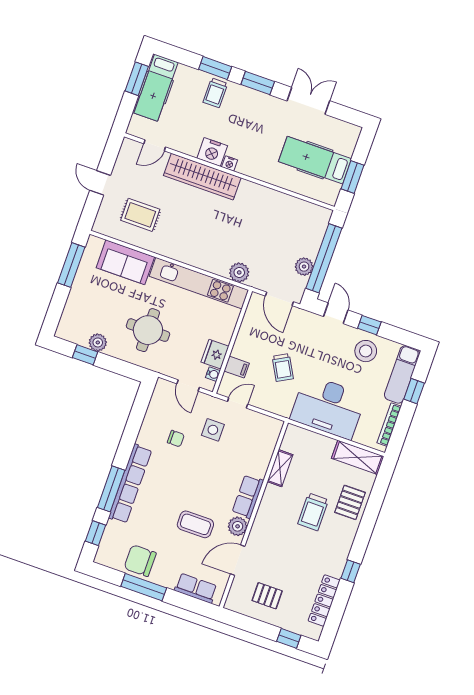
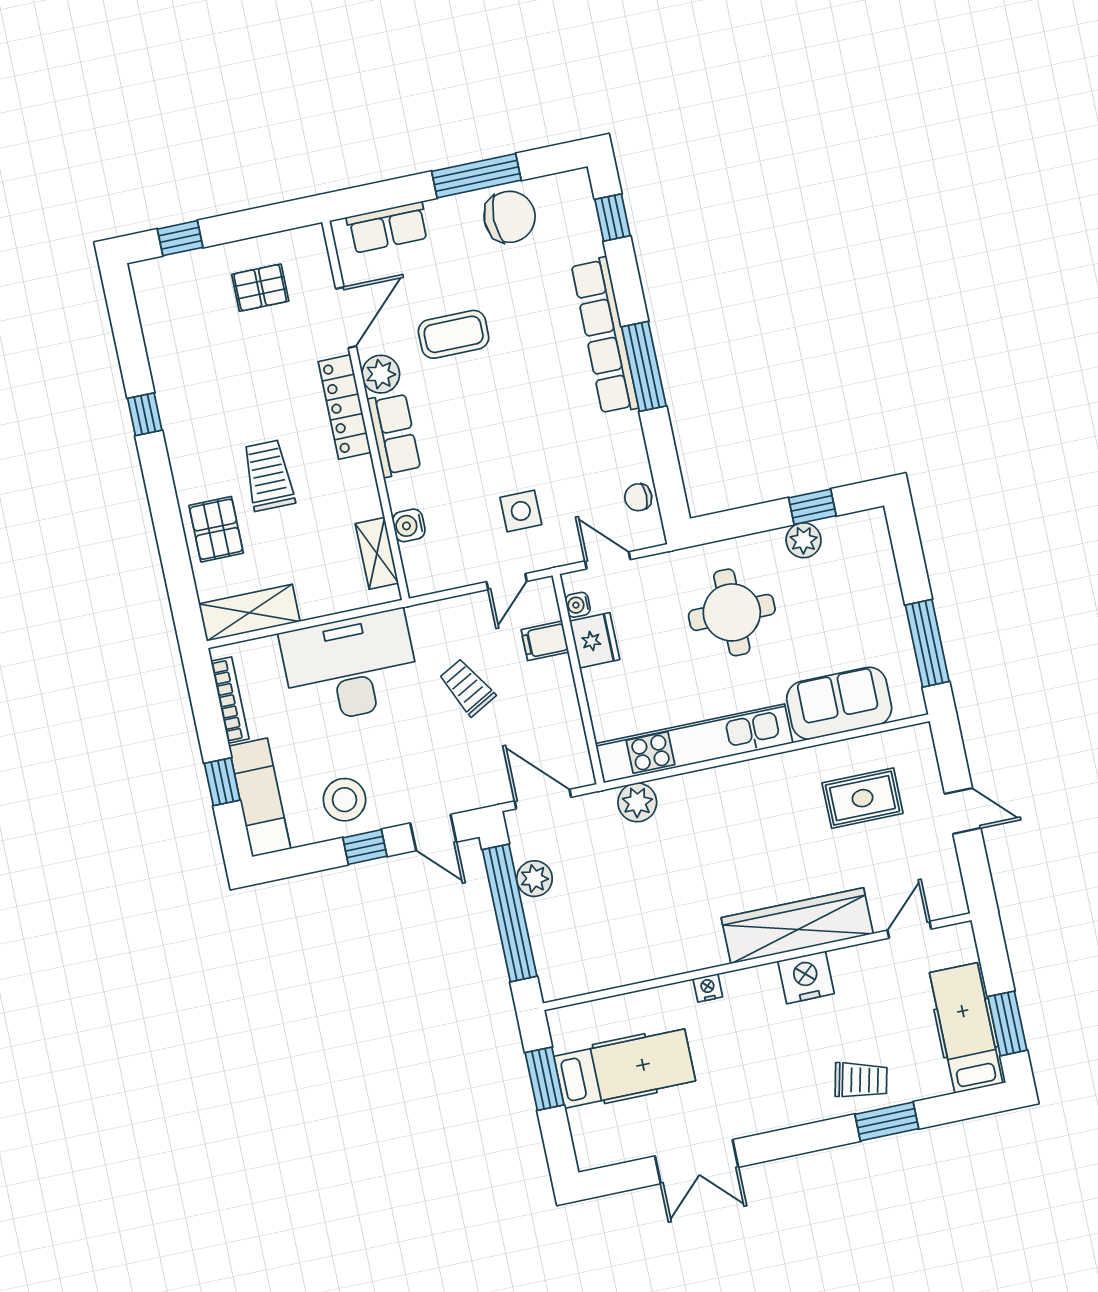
window: (258, 83) -> (800, 1140), removed
trolley: (215, 93) -> (861, 1080), turned 103
nightstand: (230, 163) -> (708, 988), moved
chair: (176, 439) -> (638, 497), moved
water cooler: (265, 453) -> (409, 525), added
shelving: (280, 468) -> (377, 553), moved
window: (111, 489) -> (644, 366), moved
locker: (324, 601) -> (345, 407), moved, turned 180

